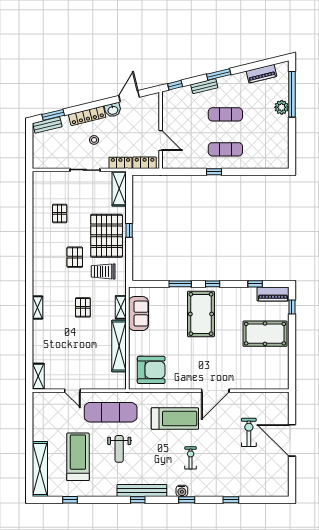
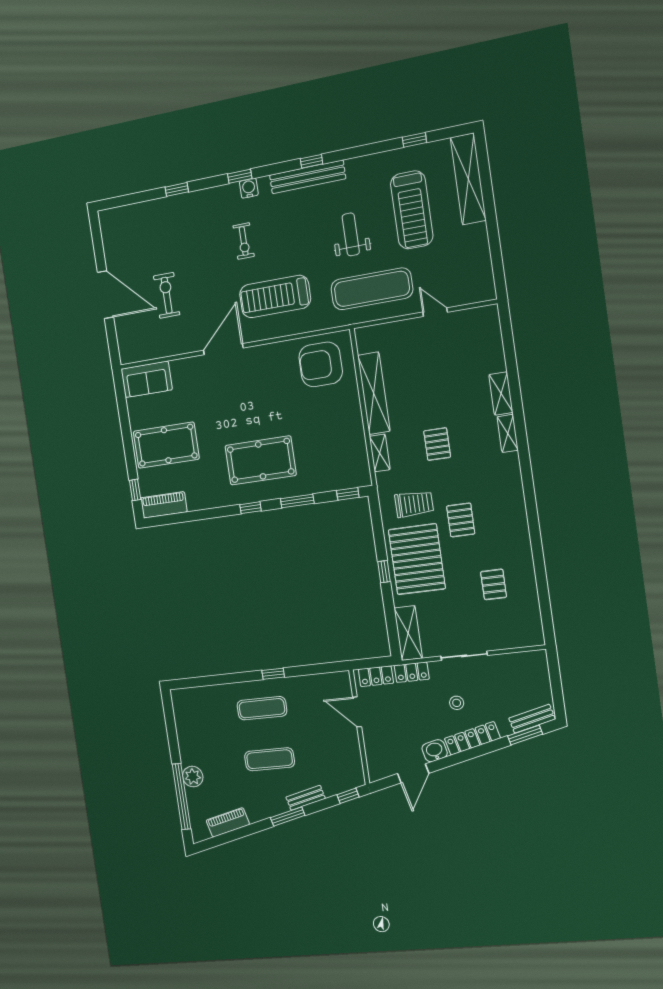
window: (255, 284) -> (348, 494), moved
sofa: (138, 314) -> (147, 379), moved, turned -90
pool table: (201, 314) -> (261, 460), turned 90
shelving: (38, 376) -> (501, 393), moved
exercise bike: (249, 432) -> (167, 295), turned 180

